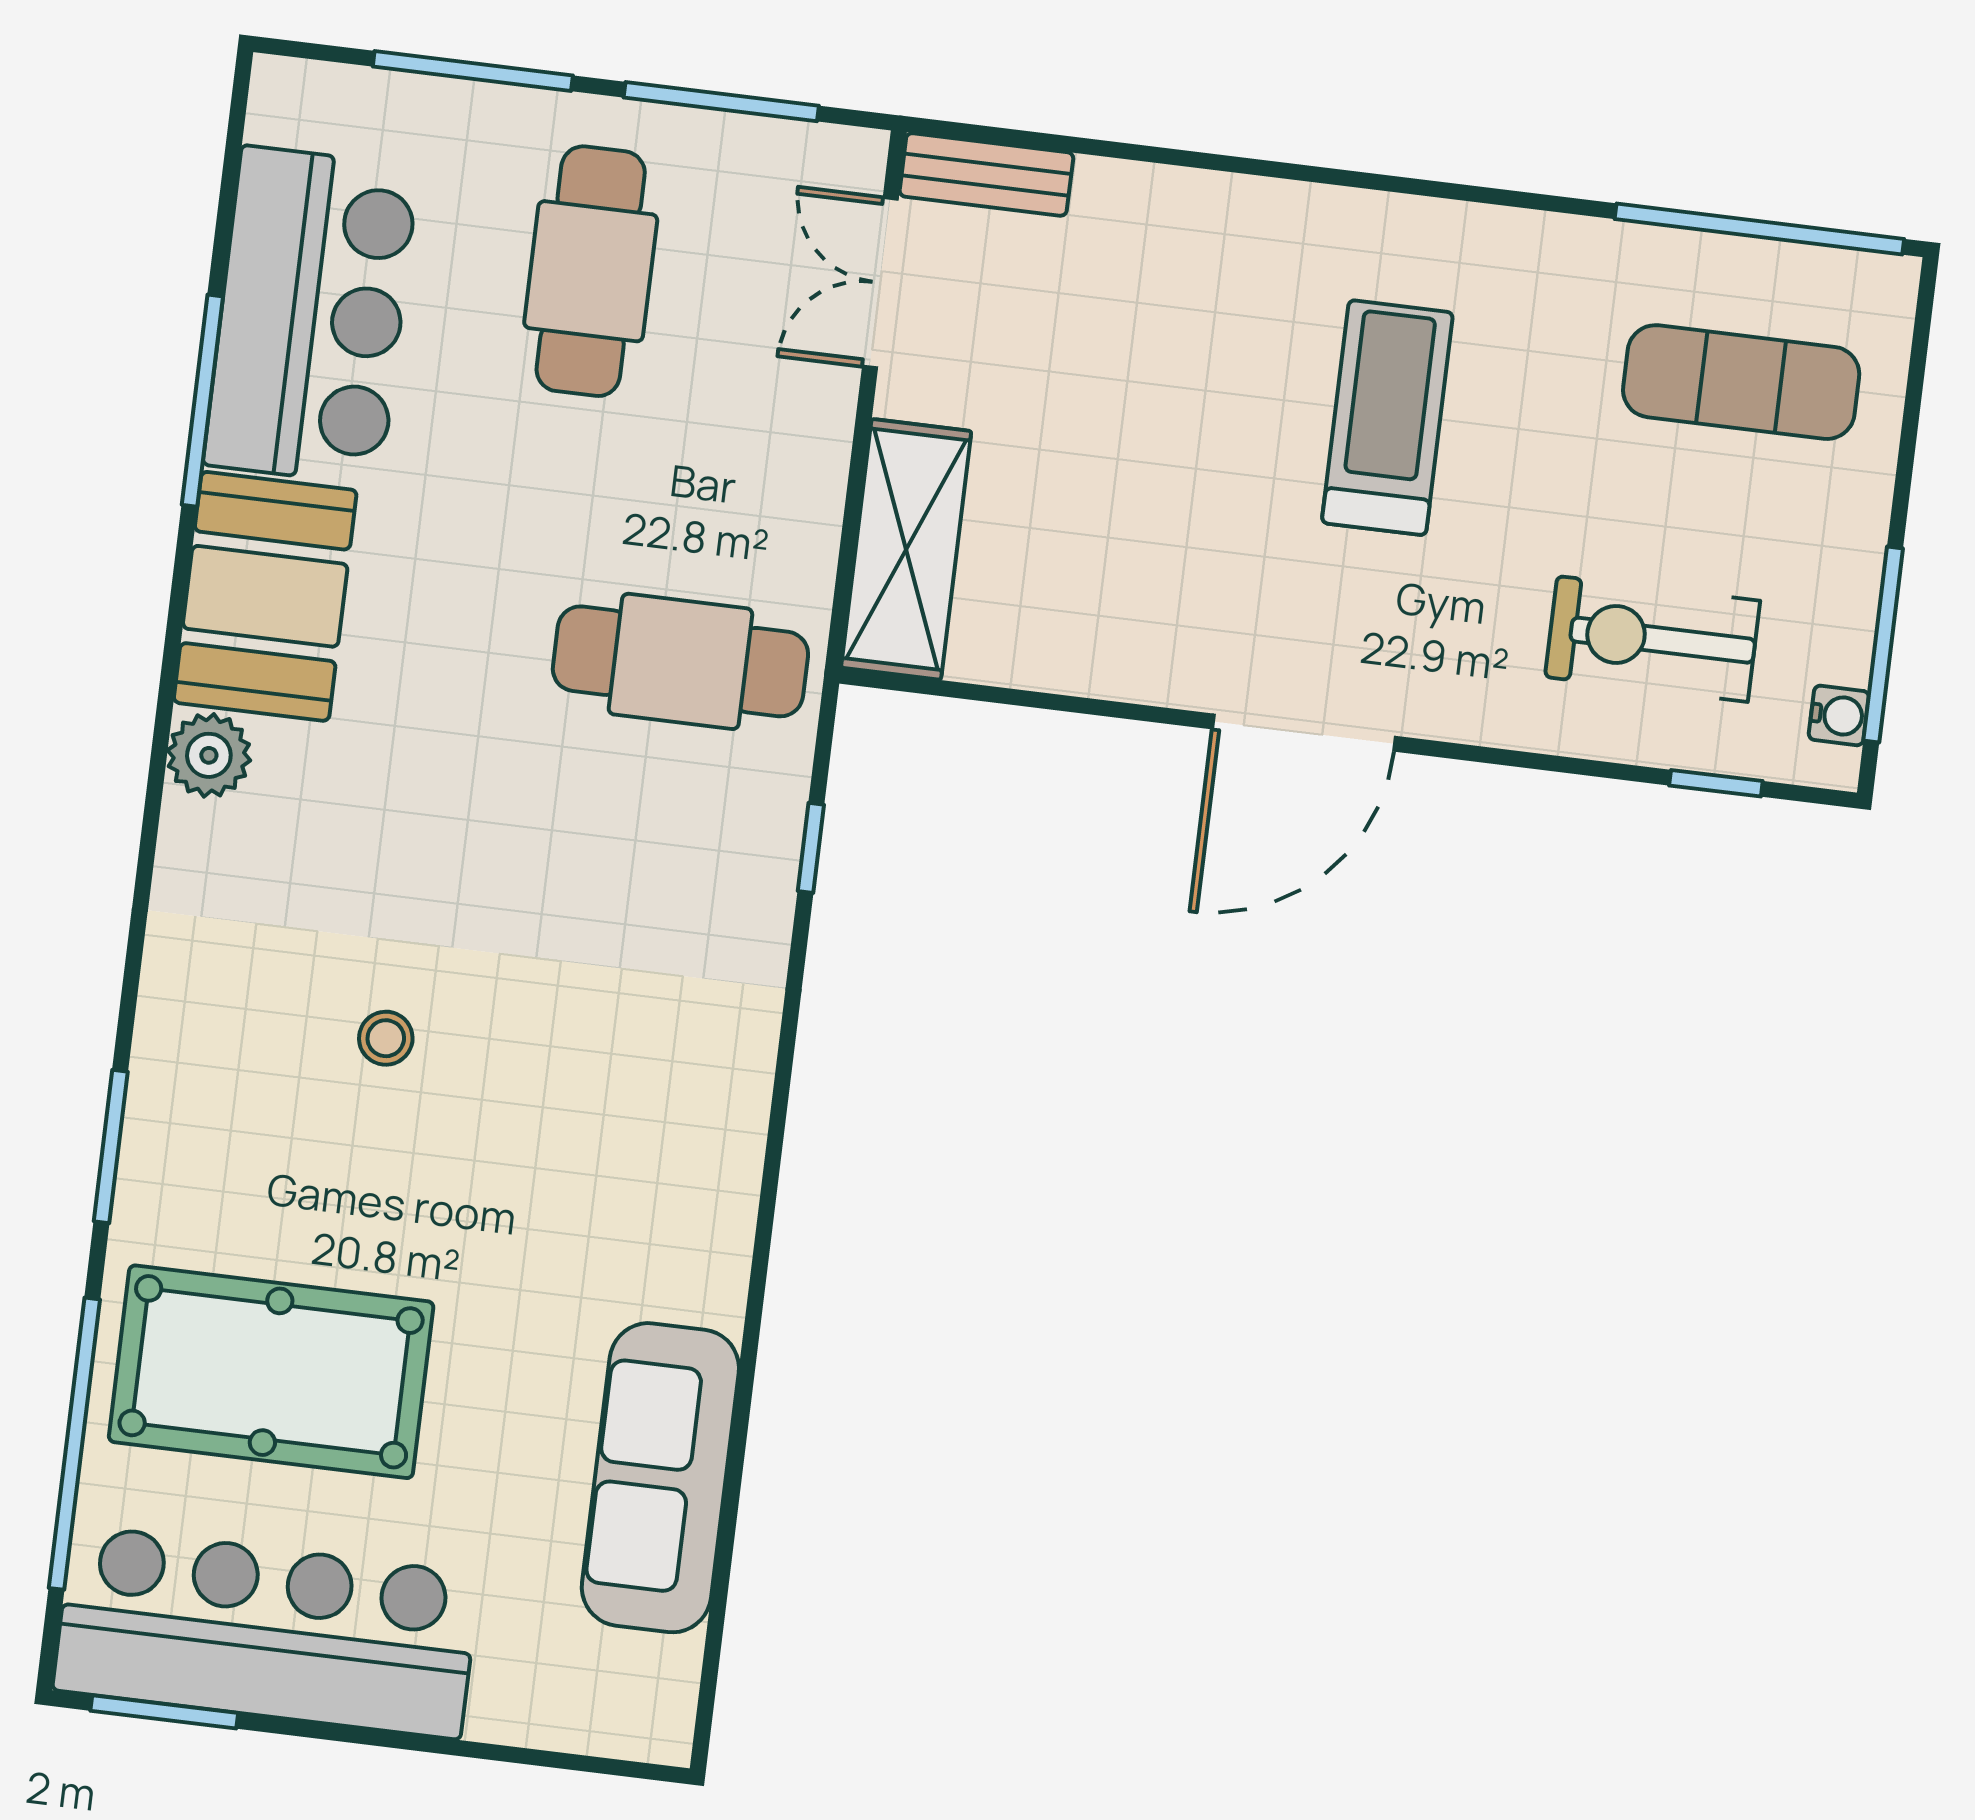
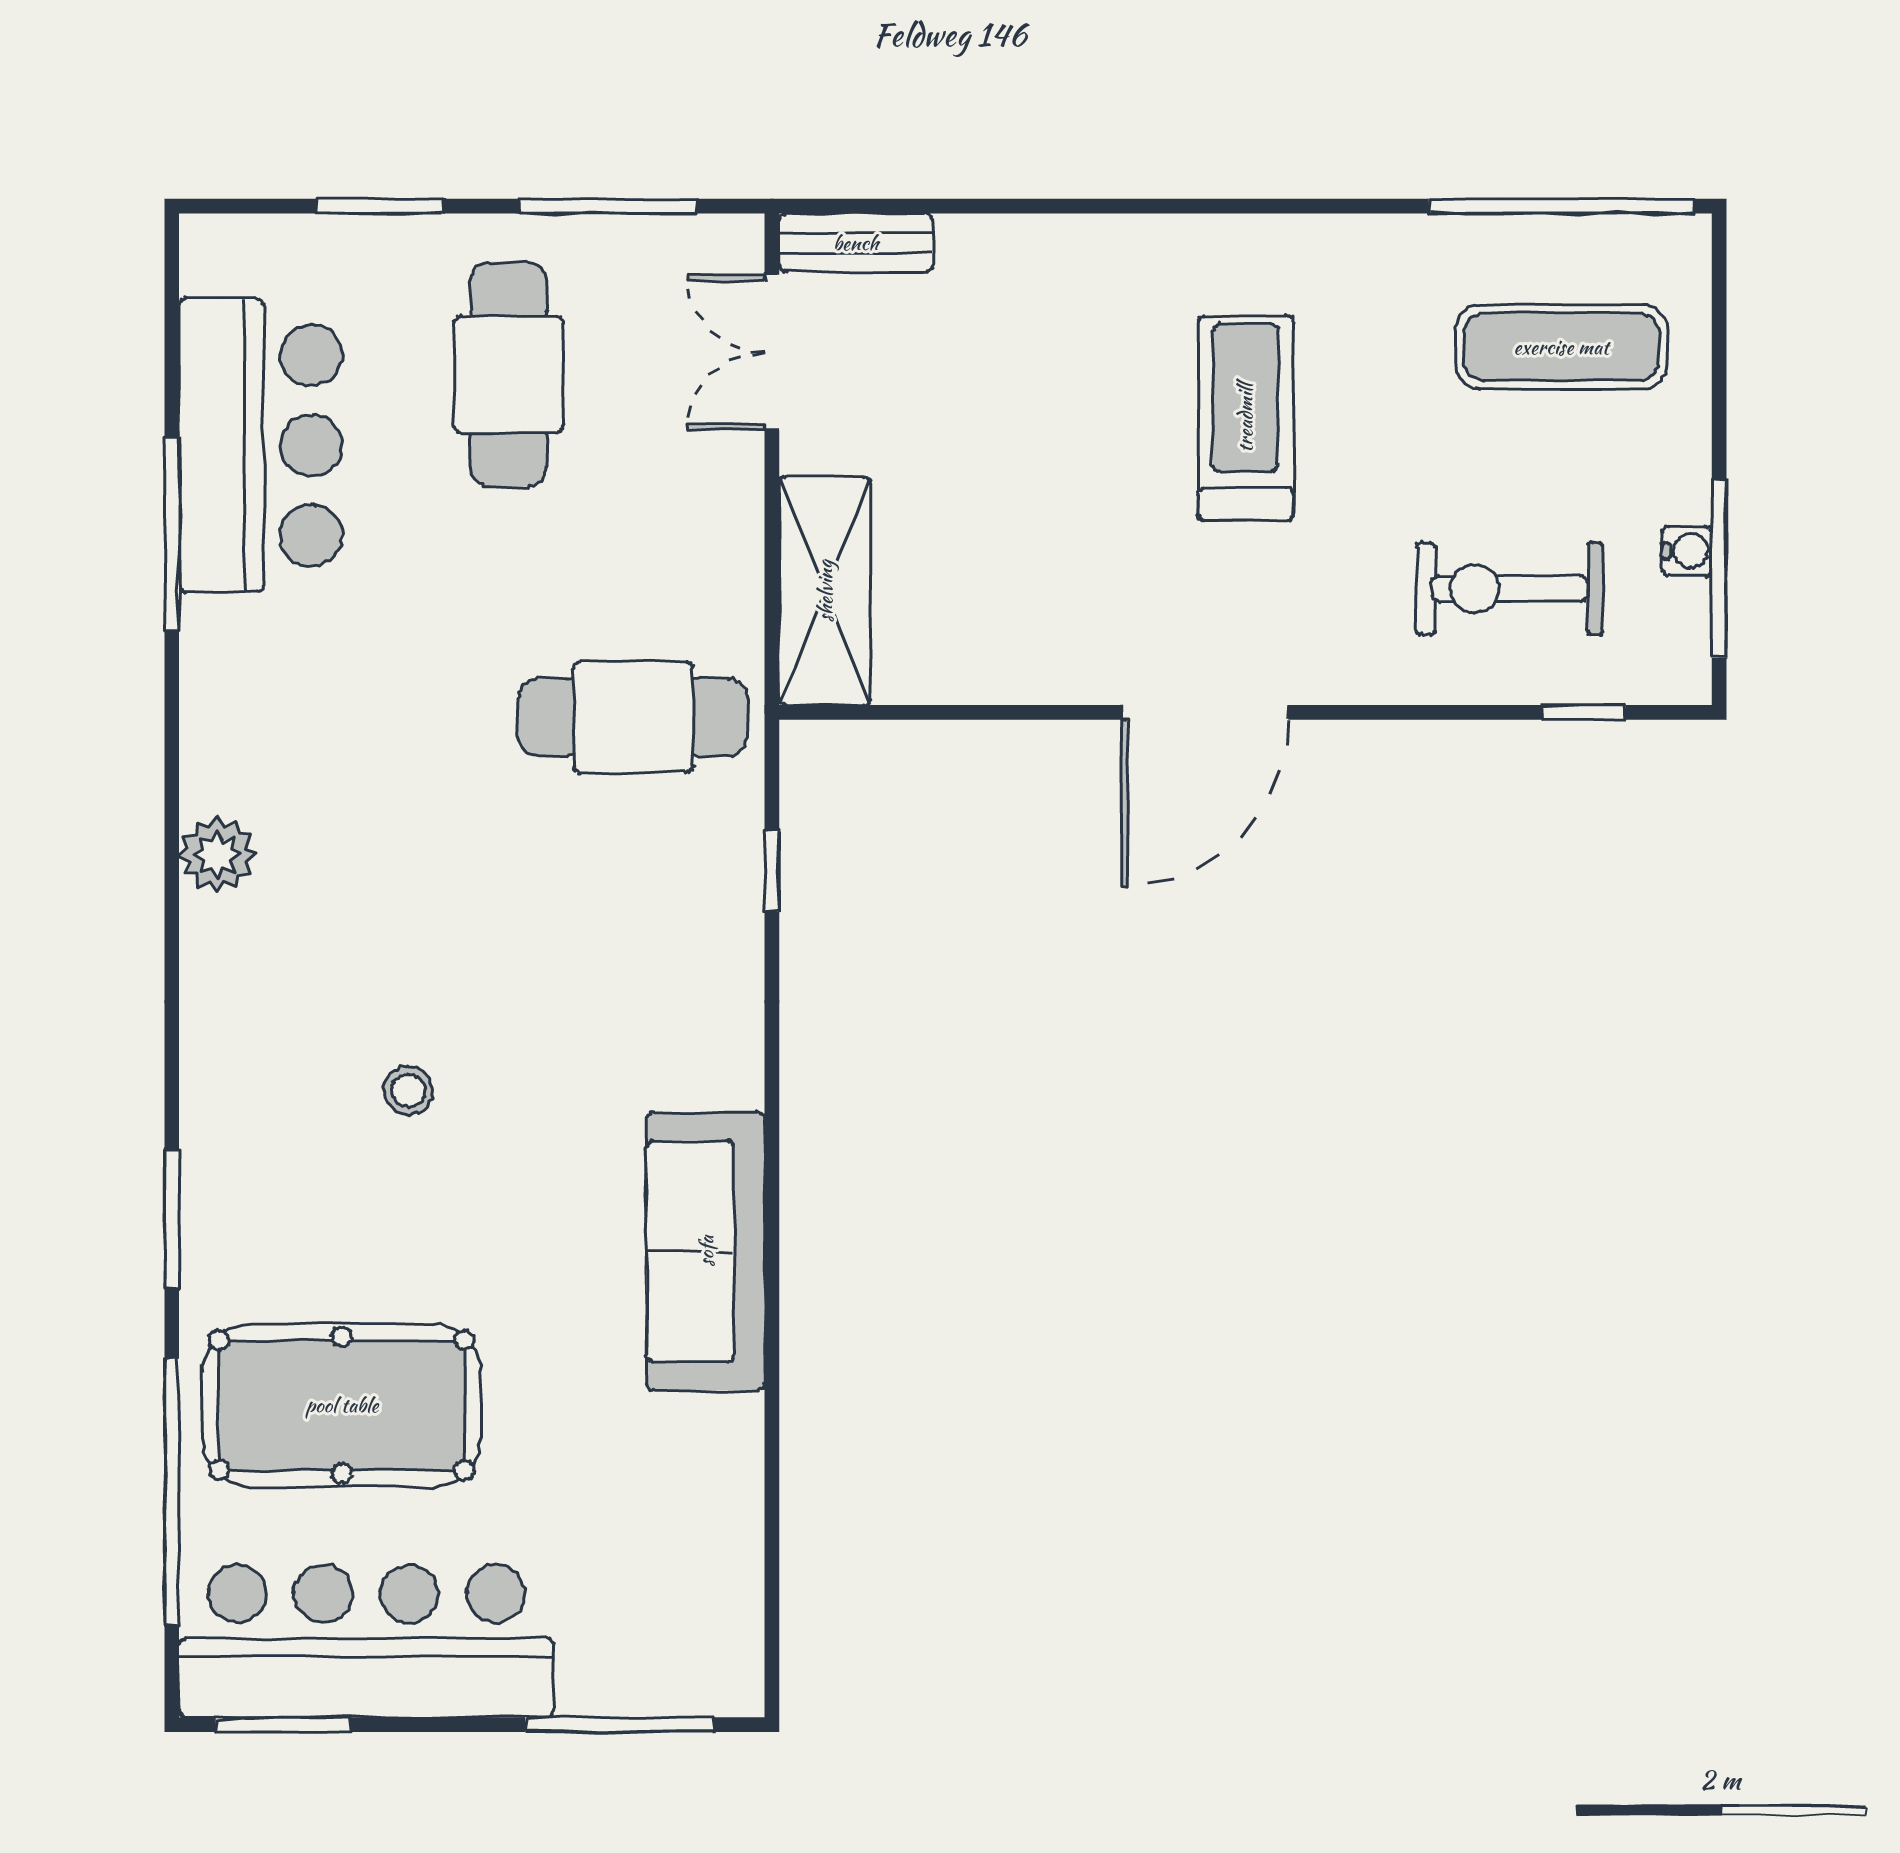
window: (473, 71) -> (380, 206), width x0.69
booth: (265, 596) -> (250, 704), removed
water cooler: (1839, 715) -> (1687, 551), moved
sofa: (660, 1478) -> (706, 1251), moved
window: (531, 1757) -> (620, 1725), added

